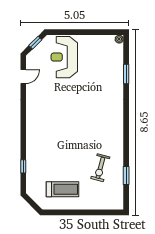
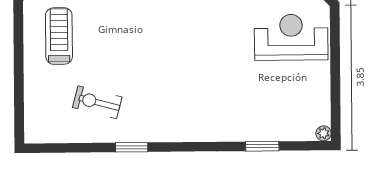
window: (126, 176) -> (132, 147), moved
treadmill: (62, 189) -> (59, 36), turned 180

